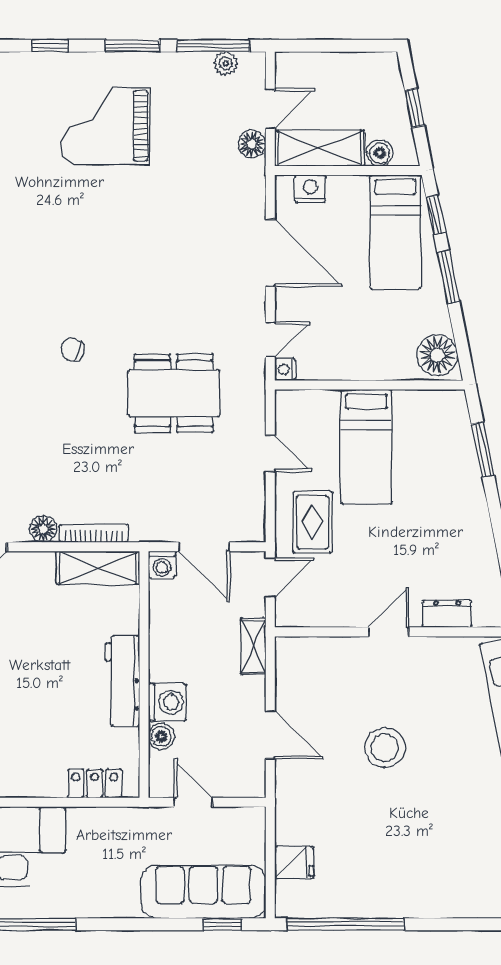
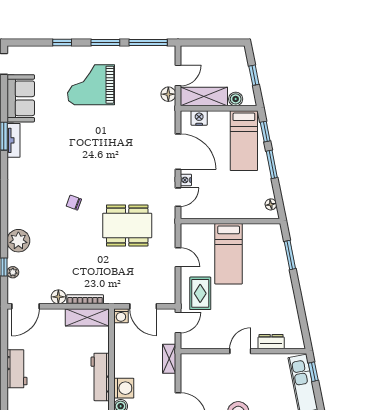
plant: (226, 63) -> (155, 52), removed
floor lamp: (437, 355) -> (271, 204), width x0.53, depth x0.53
nightstand: (285, 370) -> (186, 180), moved

